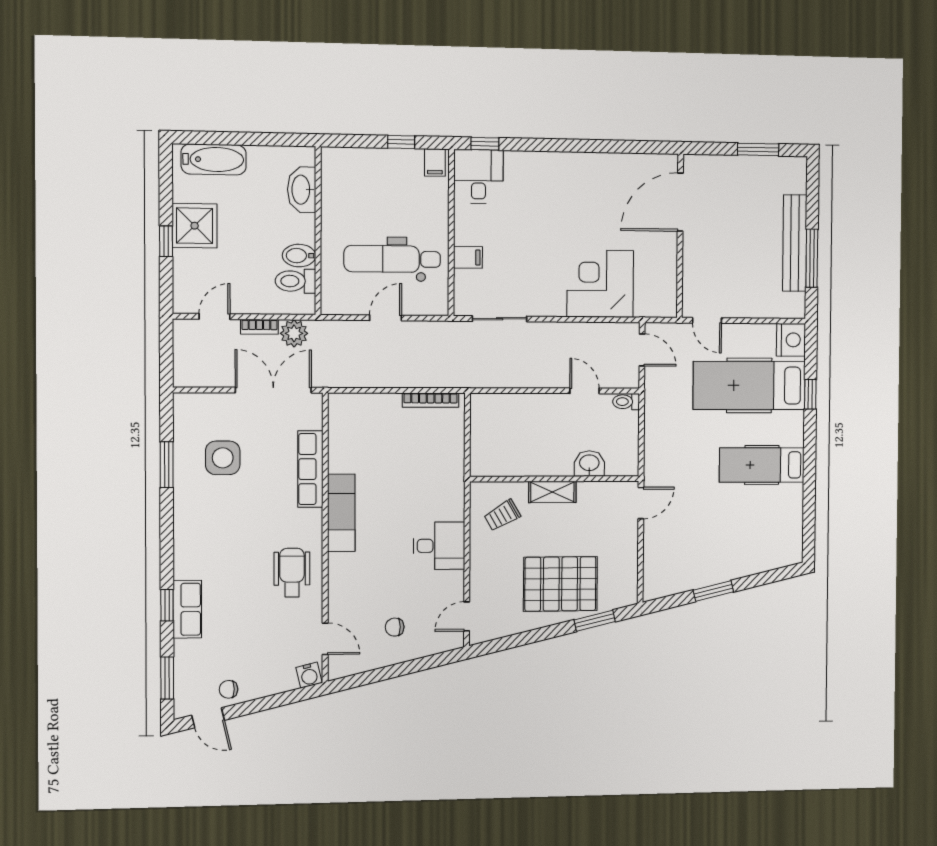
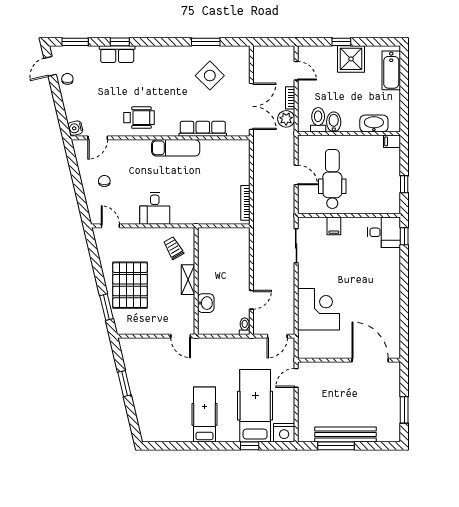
filing cabinet: (435, 162) -> (392, 141), moved
side table: (223, 458) -> (210, 76), turned 45

